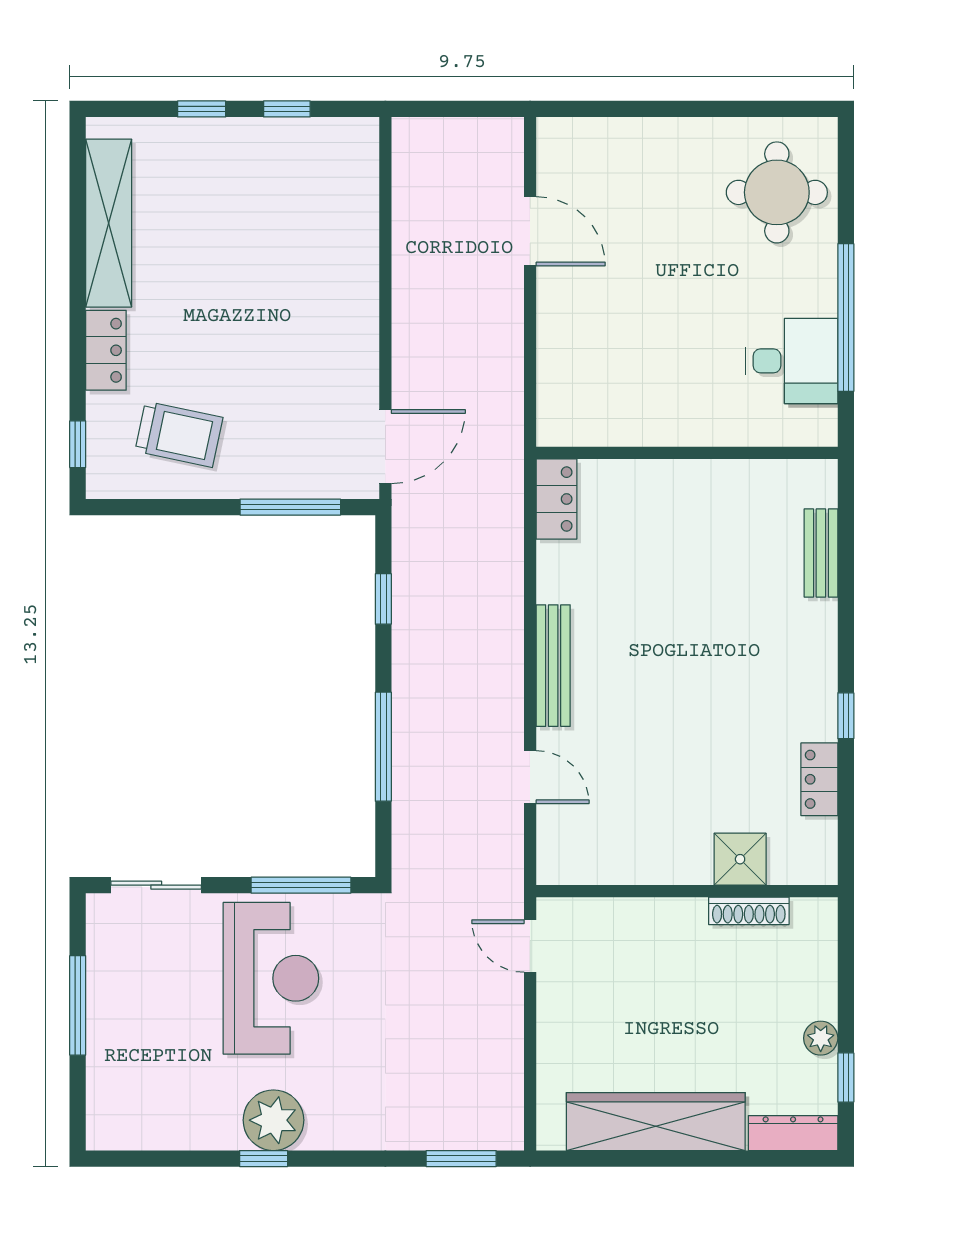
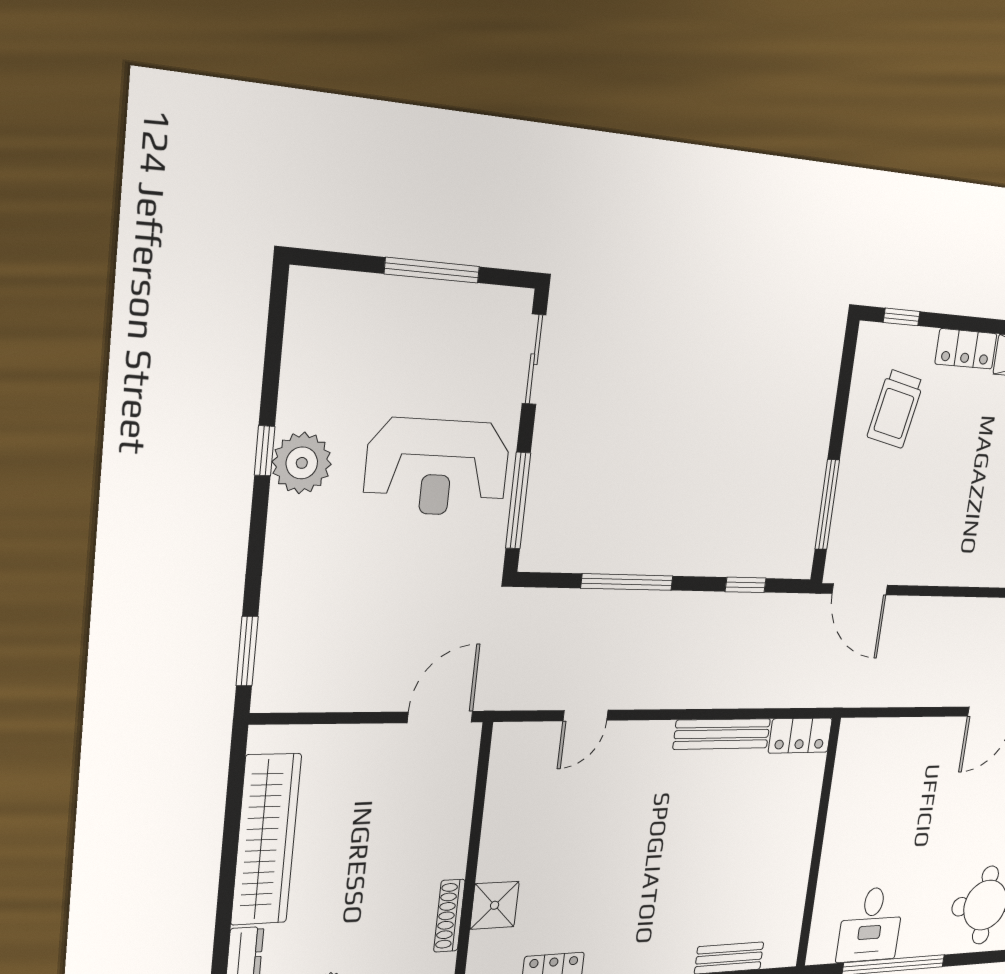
bench: (553, 666) -> (722, 734), moved
door: (530, 946) -> (440, 717), width x1.38

